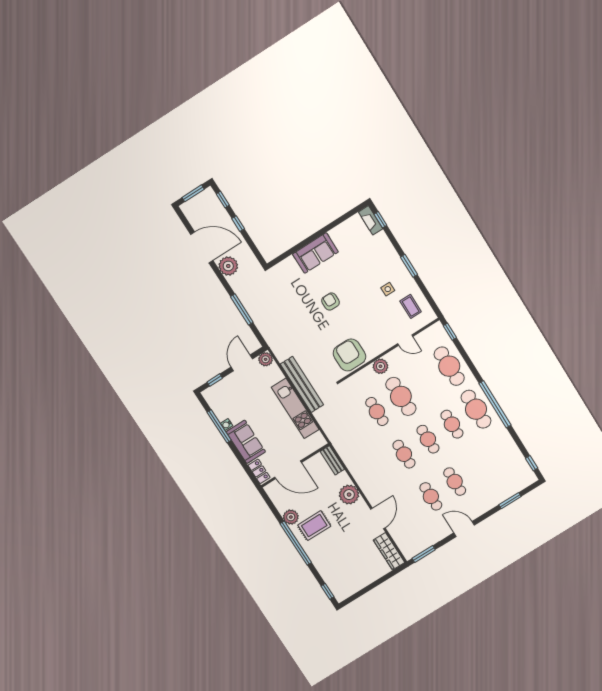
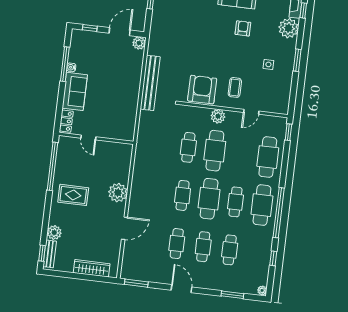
plant: (380, 245) -> (288, 28), added
armchair: (330, 302) -> (243, 28), moved
coffee table: (411, 306) -> (235, 87), moved
door: (405, 340) -> (251, 112), hinge flipped
kitchen unit: (295, 408) -> (131, 96), removed
cafe table: (428, 439) -> (209, 199), width x1.37, depth x1.35
bench: (332, 460) -> (50, 254), moved
window: (532, 463) -> (273, 258), moved
cafe table: (479, 467) -> (230, 250), added
door: (288, 470) -> (88, 137), width x0.53
plant: (532, 478) -> (262, 290), added
plant: (291, 517) -> (54, 233), moved
window: (296, 543) -> (53, 166), moved
wardrobe: (389, 551) -> (92, 268), moved, turned 90

